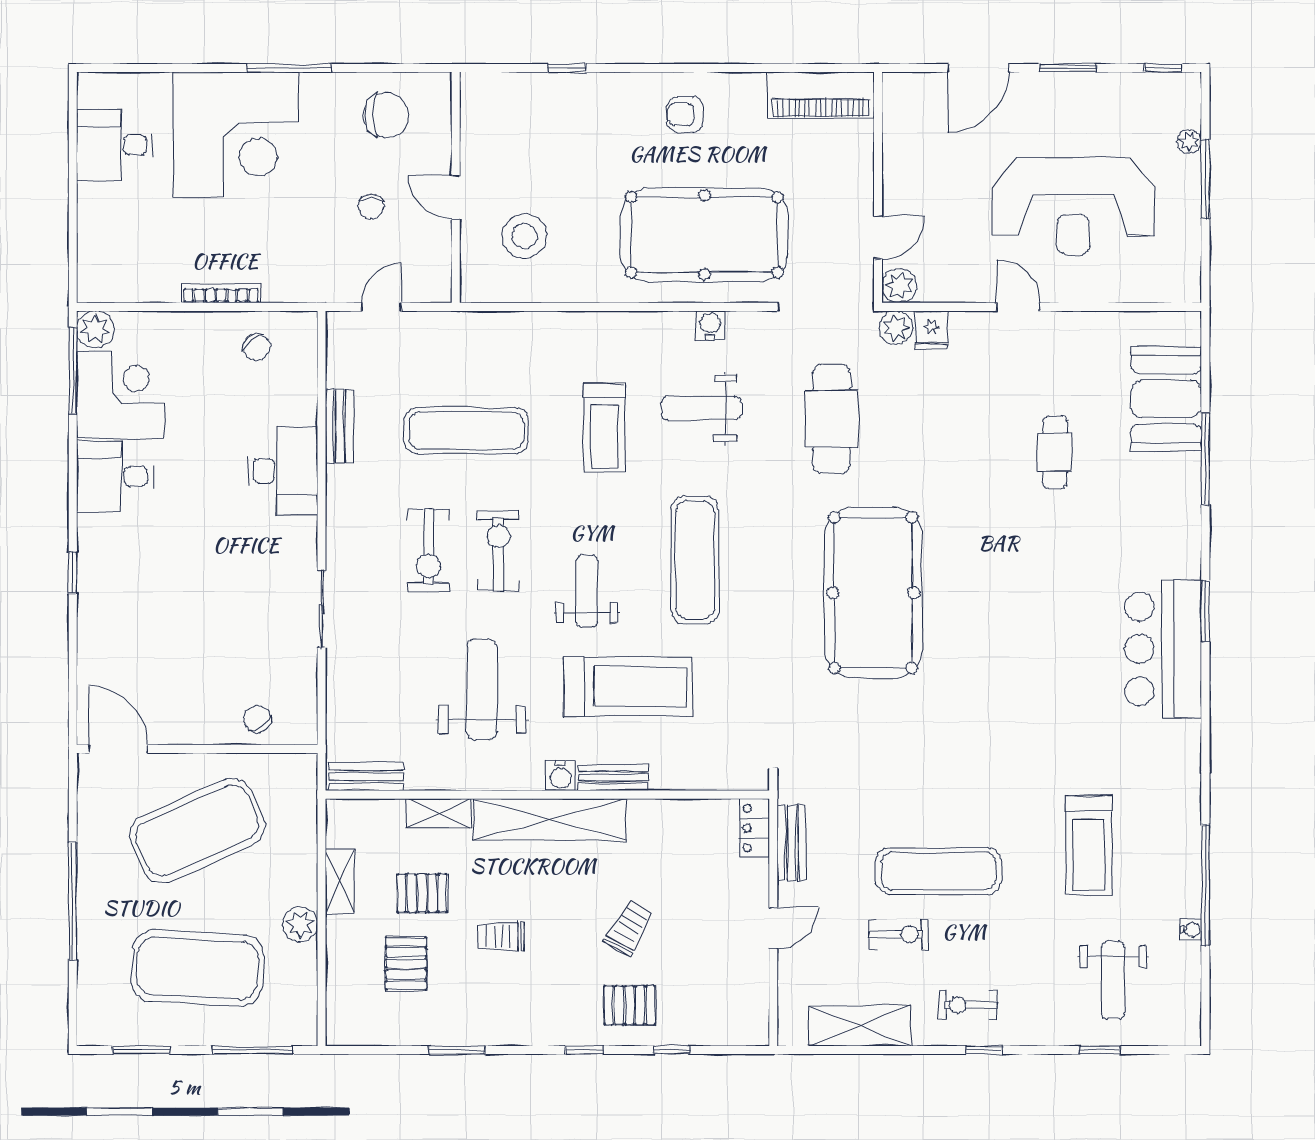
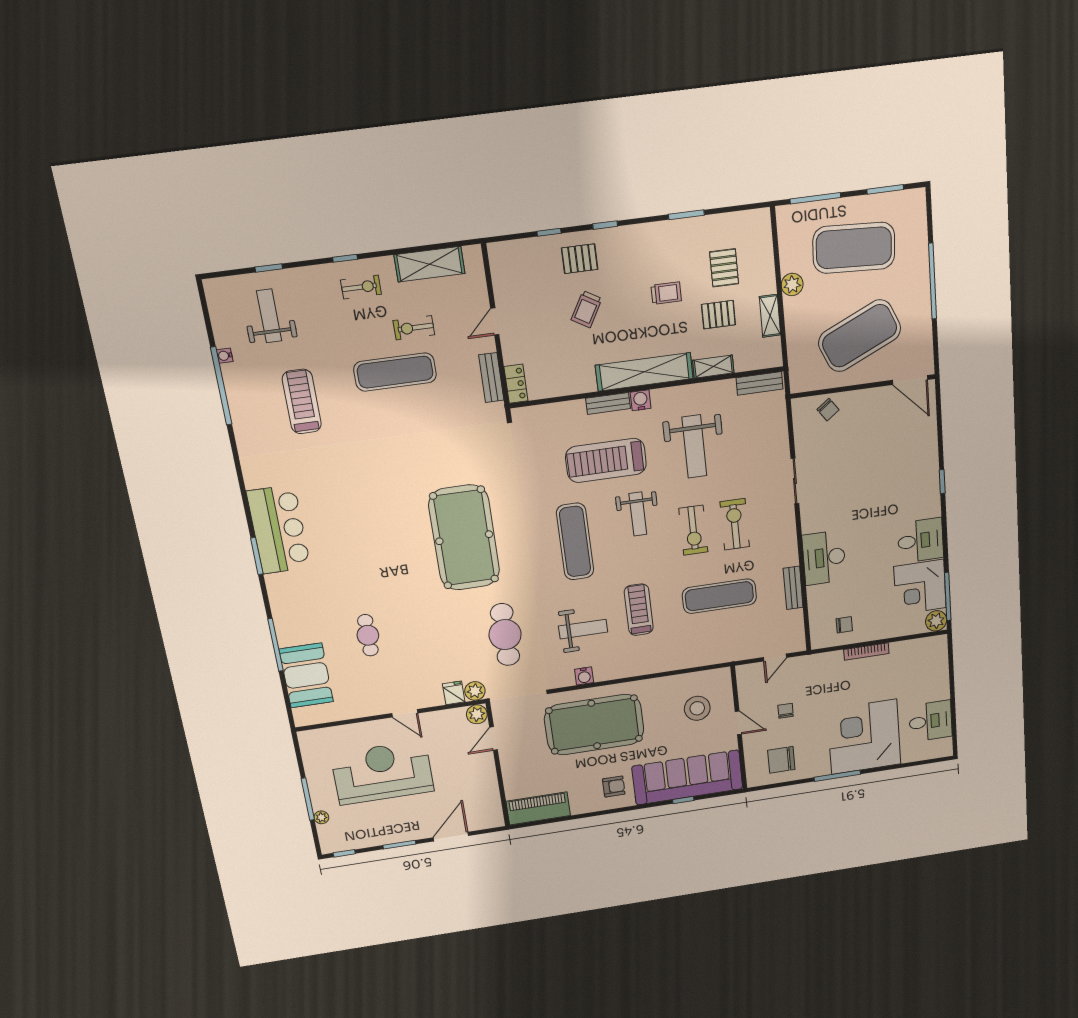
sofa: (555, 110) -> (687, 777), added
chair: (257, 347) -> (844, 625), turned 129

